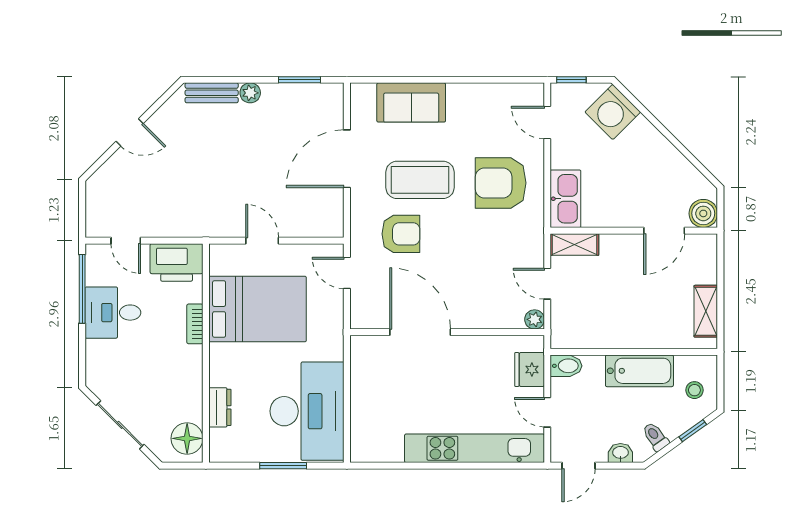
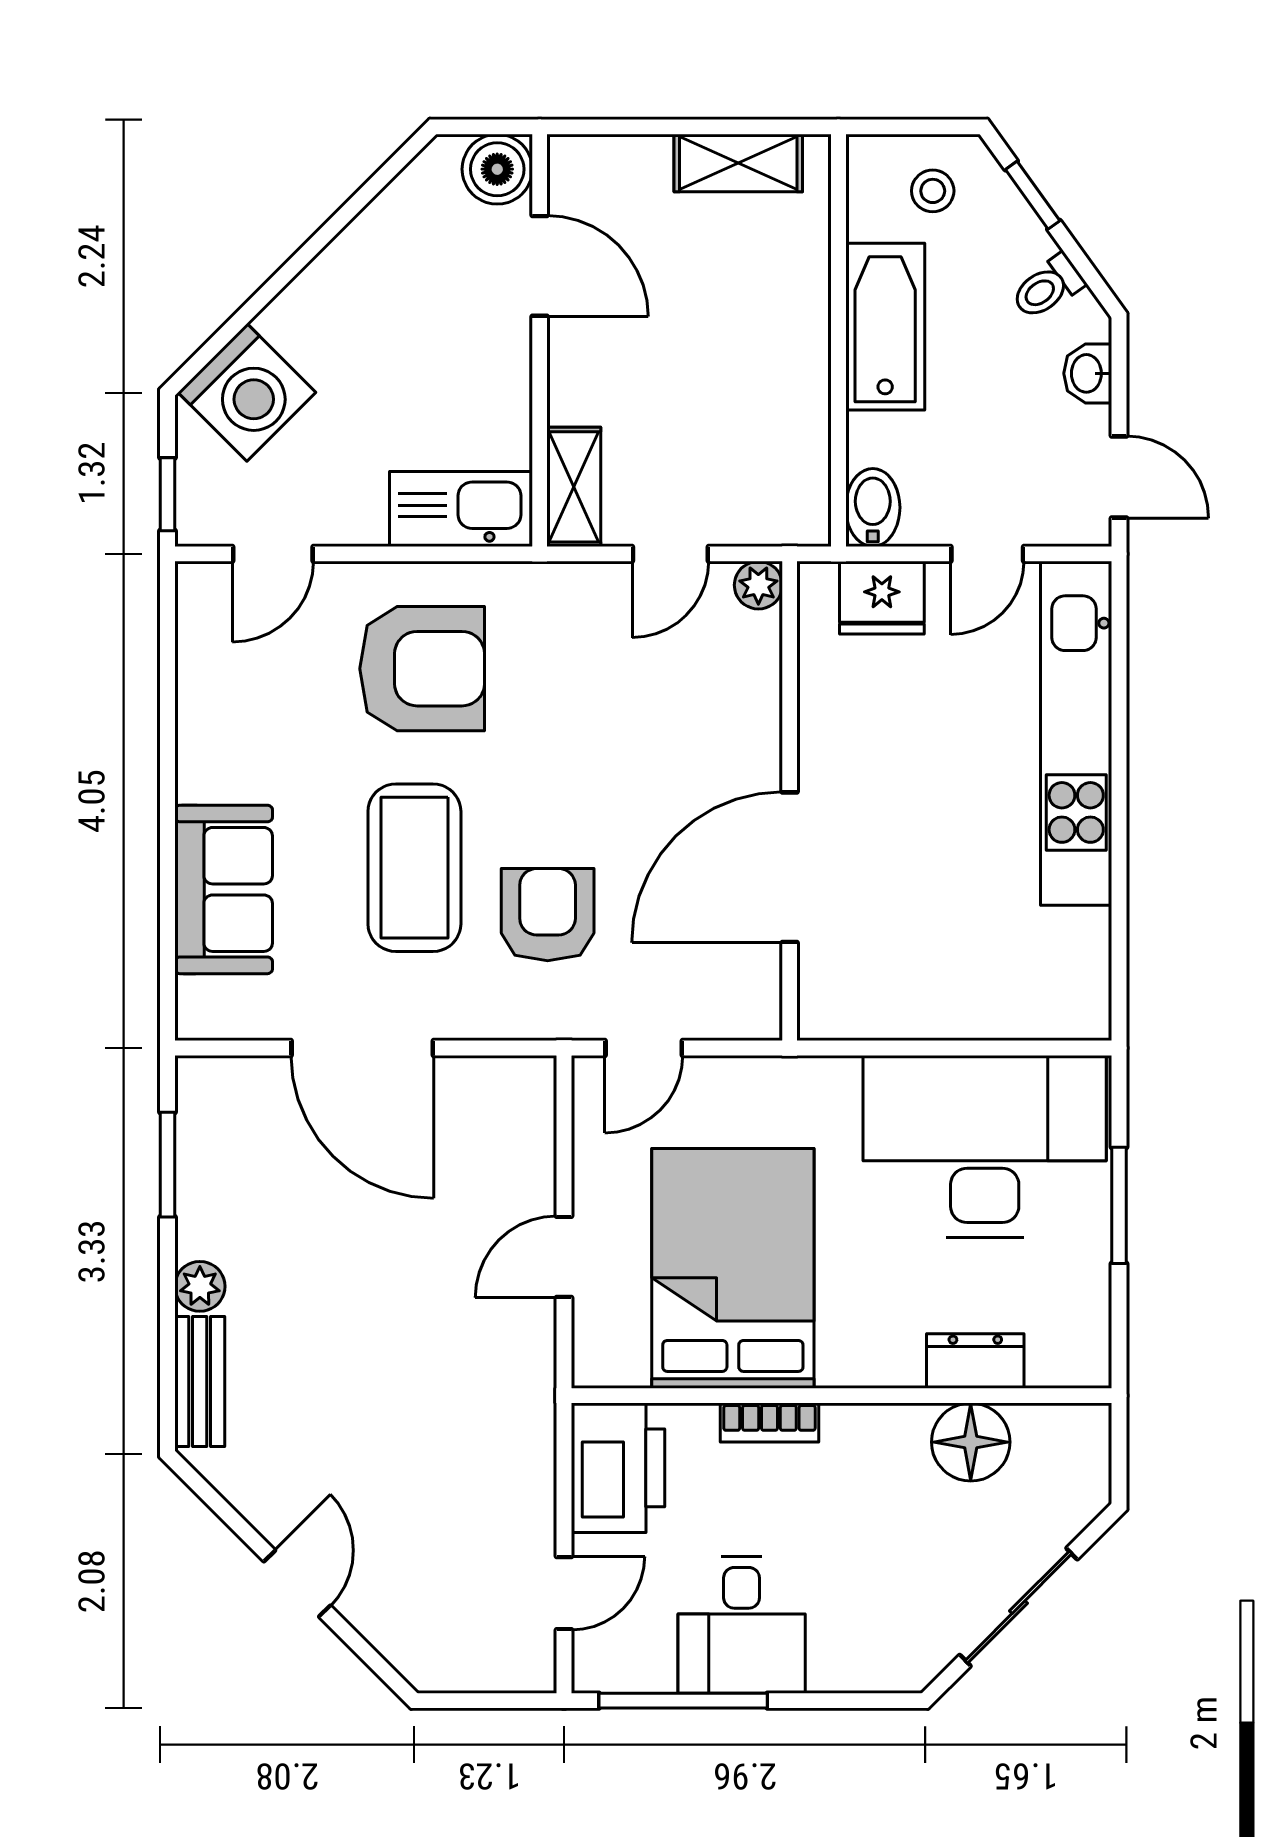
armchair: (501, 183) -> (422, 669), turned -90
floor lamp: (187, 438) -> (971, 1442), moved

